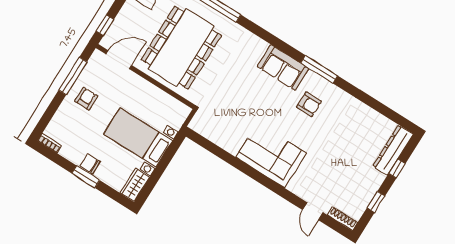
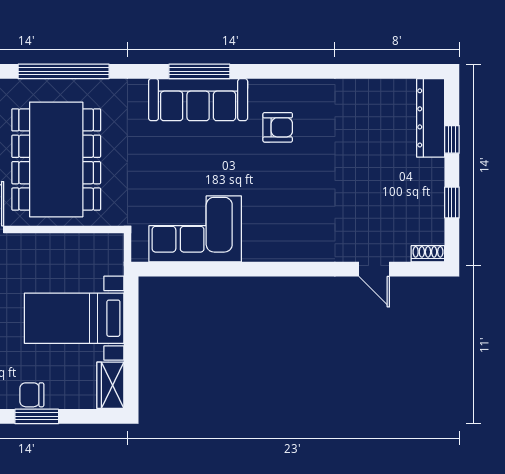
sofa: (283, 67) -> (198, 100), width x1.36
window: (319, 69) -> (199, 71), moved
corner sofa: (271, 155) -> (195, 229), moved
shoe rack: (343, 219) -> (428, 254), width x0.70

